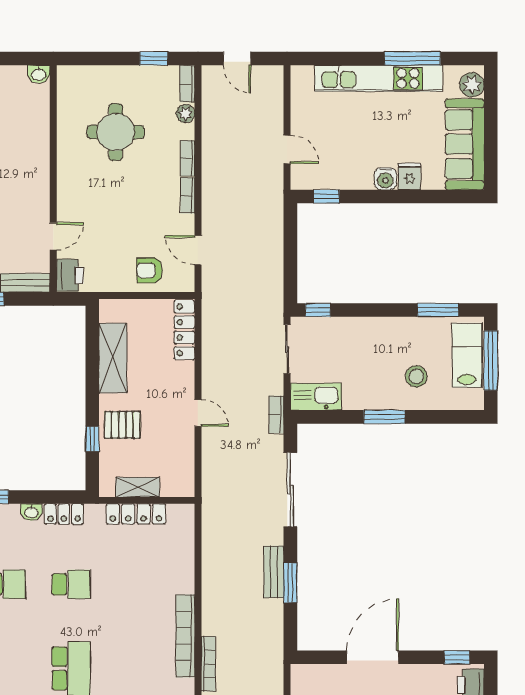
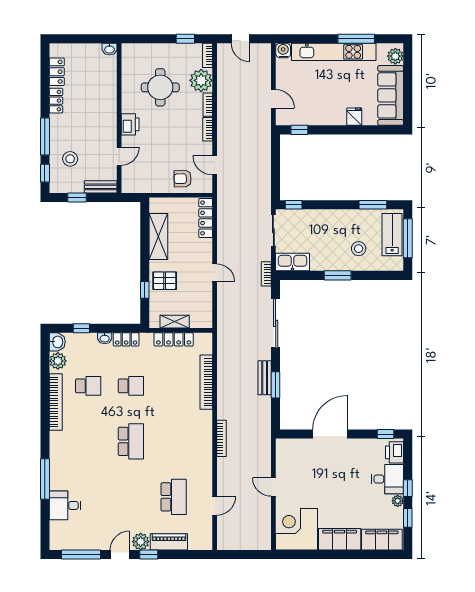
plant: (185, 114) -> (201, 80), width x1.88, depth x1.88
water cooler: (385, 179) -> (283, 51), moved, turned 180
printer: (70, 275) -> (130, 124), moved
bookcase: (185, 636) -> (206, 382), moved

